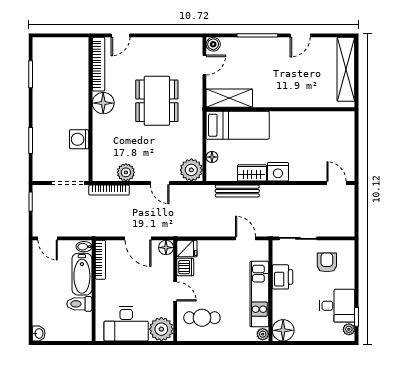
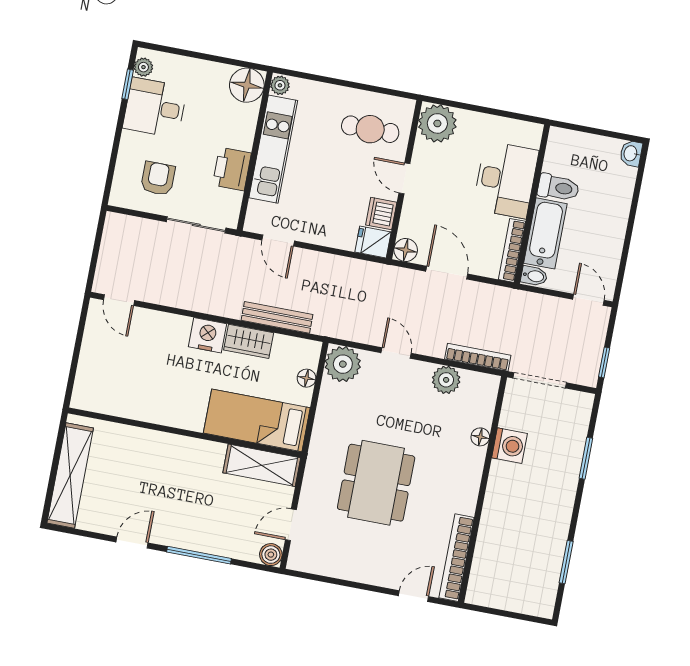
floor lamp: (103, 103) -> (480, 437), moved, width x0.53, depth x0.53
armchair: (327, 262) -> (158, 179), turned 180
desk: (126, 324) -> (506, 180), moved, turned 90

